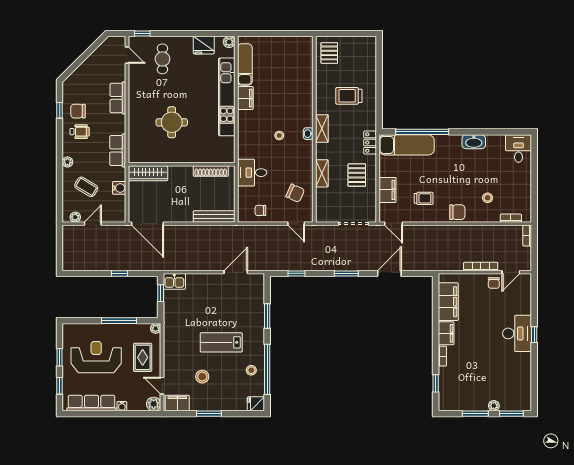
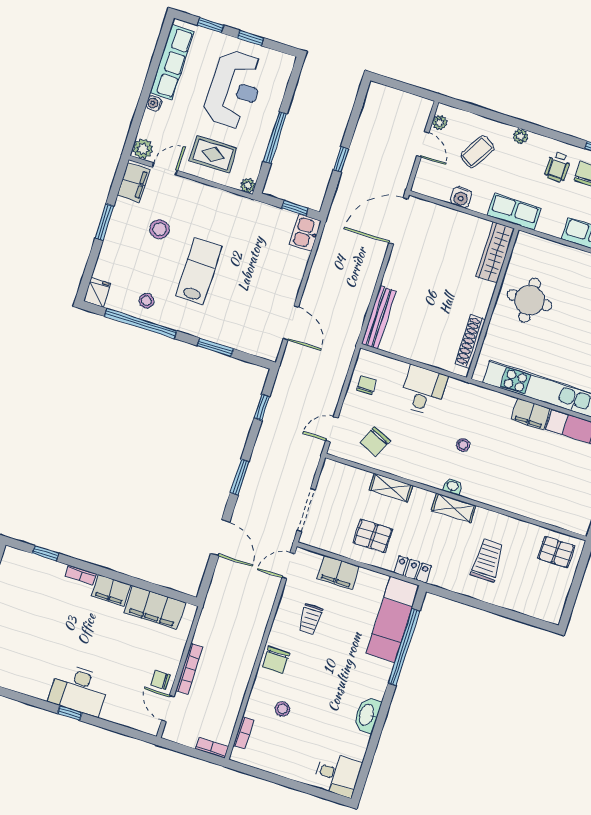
wall: (182, 164) -> (493, 304), moved
shoe rack: (211, 171) -> (470, 342), moved
wardrobe: (148, 173) -> (495, 253), moved

